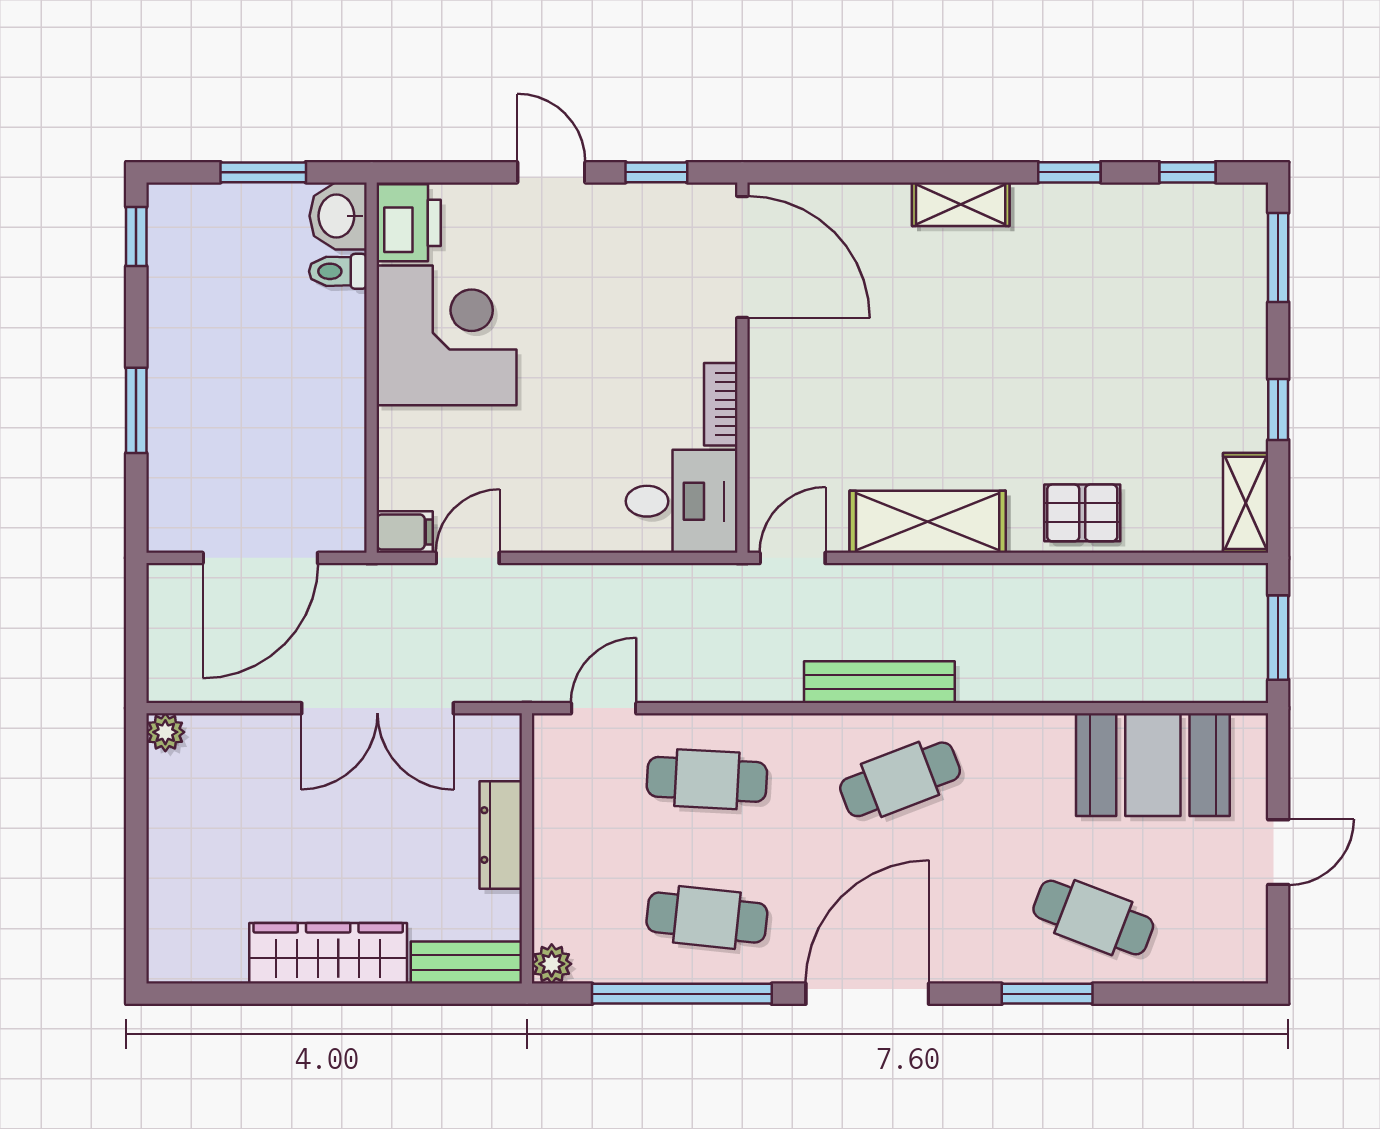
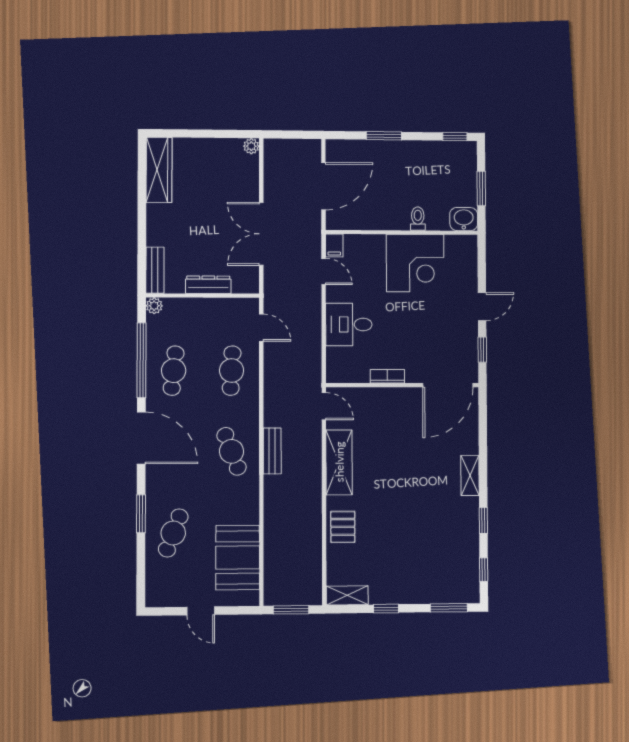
printer: (409, 223) -> (461, 248), removed
toilet: (338, 271) -> (418, 219), moved
desk: (682, 501) -> (349, 324), moved, turned 90
door: (260, 558) -> (323, 186), swing flipped
bench: (879, 682) -> (272, 451), width x0.73
wardrobe: (328, 953) -> (159, 170), moved

